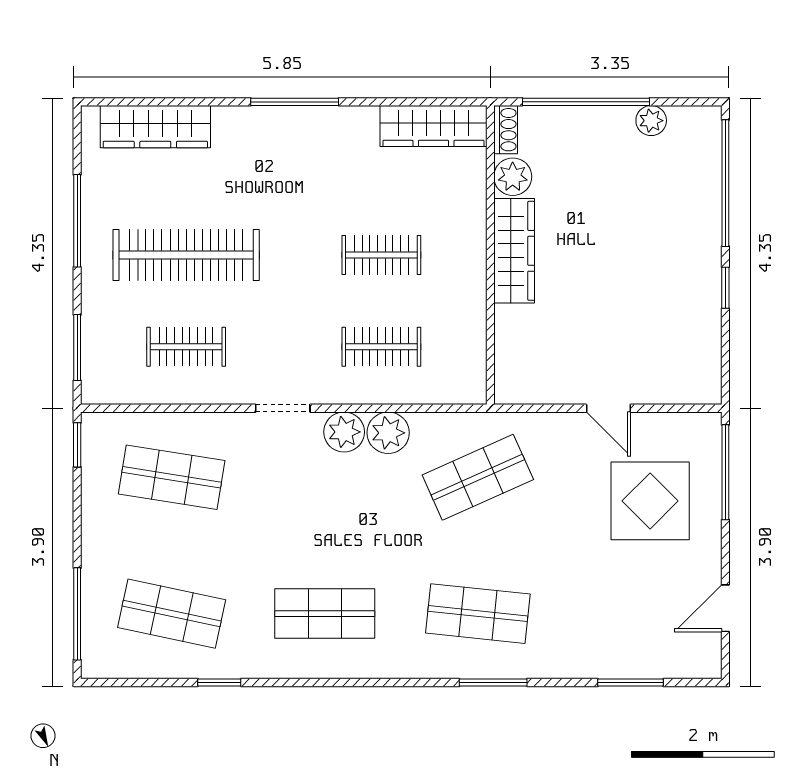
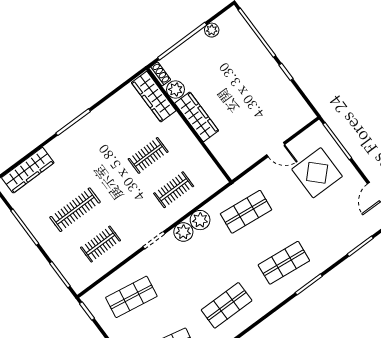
wardrobe: (433, 126) -> (154, 97), moved, turned 90
clothes rail: (186, 255) -> (75, 210), width x0.73, depth x0.76
shop shelf: (478, 477) -> (246, 212), turned 30

